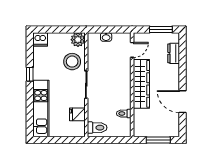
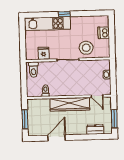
dishwasher: (40, 39) -> (104, 33), moved
plant: (78, 40) -> (104, 52), removed
window: (30, 74) -> (64, 14), moved

